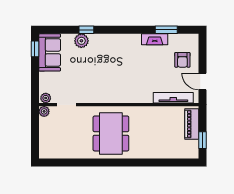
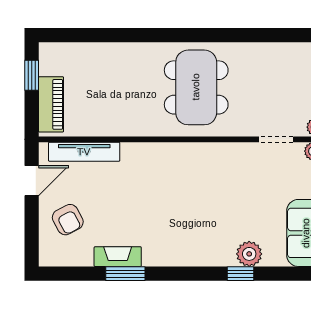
window: (166, 30) -> (125, 274), moved
armchair: (182, 60) -> (68, 220), turned 152
door: (203, 82) -> (32, 181), hinge flipped

